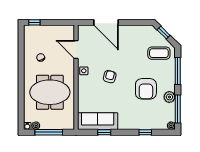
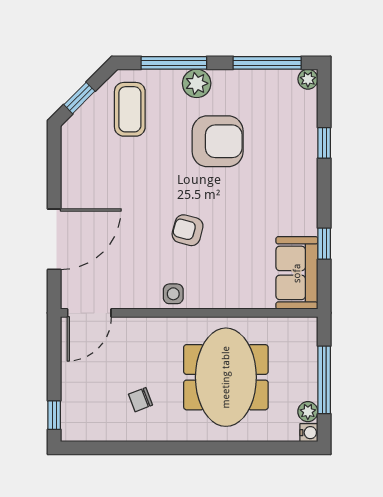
door: (76, 50) -> (89, 313), moved
plant: (169, 97) -> (197, 83), moved
sofa: (98, 121) -> (297, 273), width x0.73

